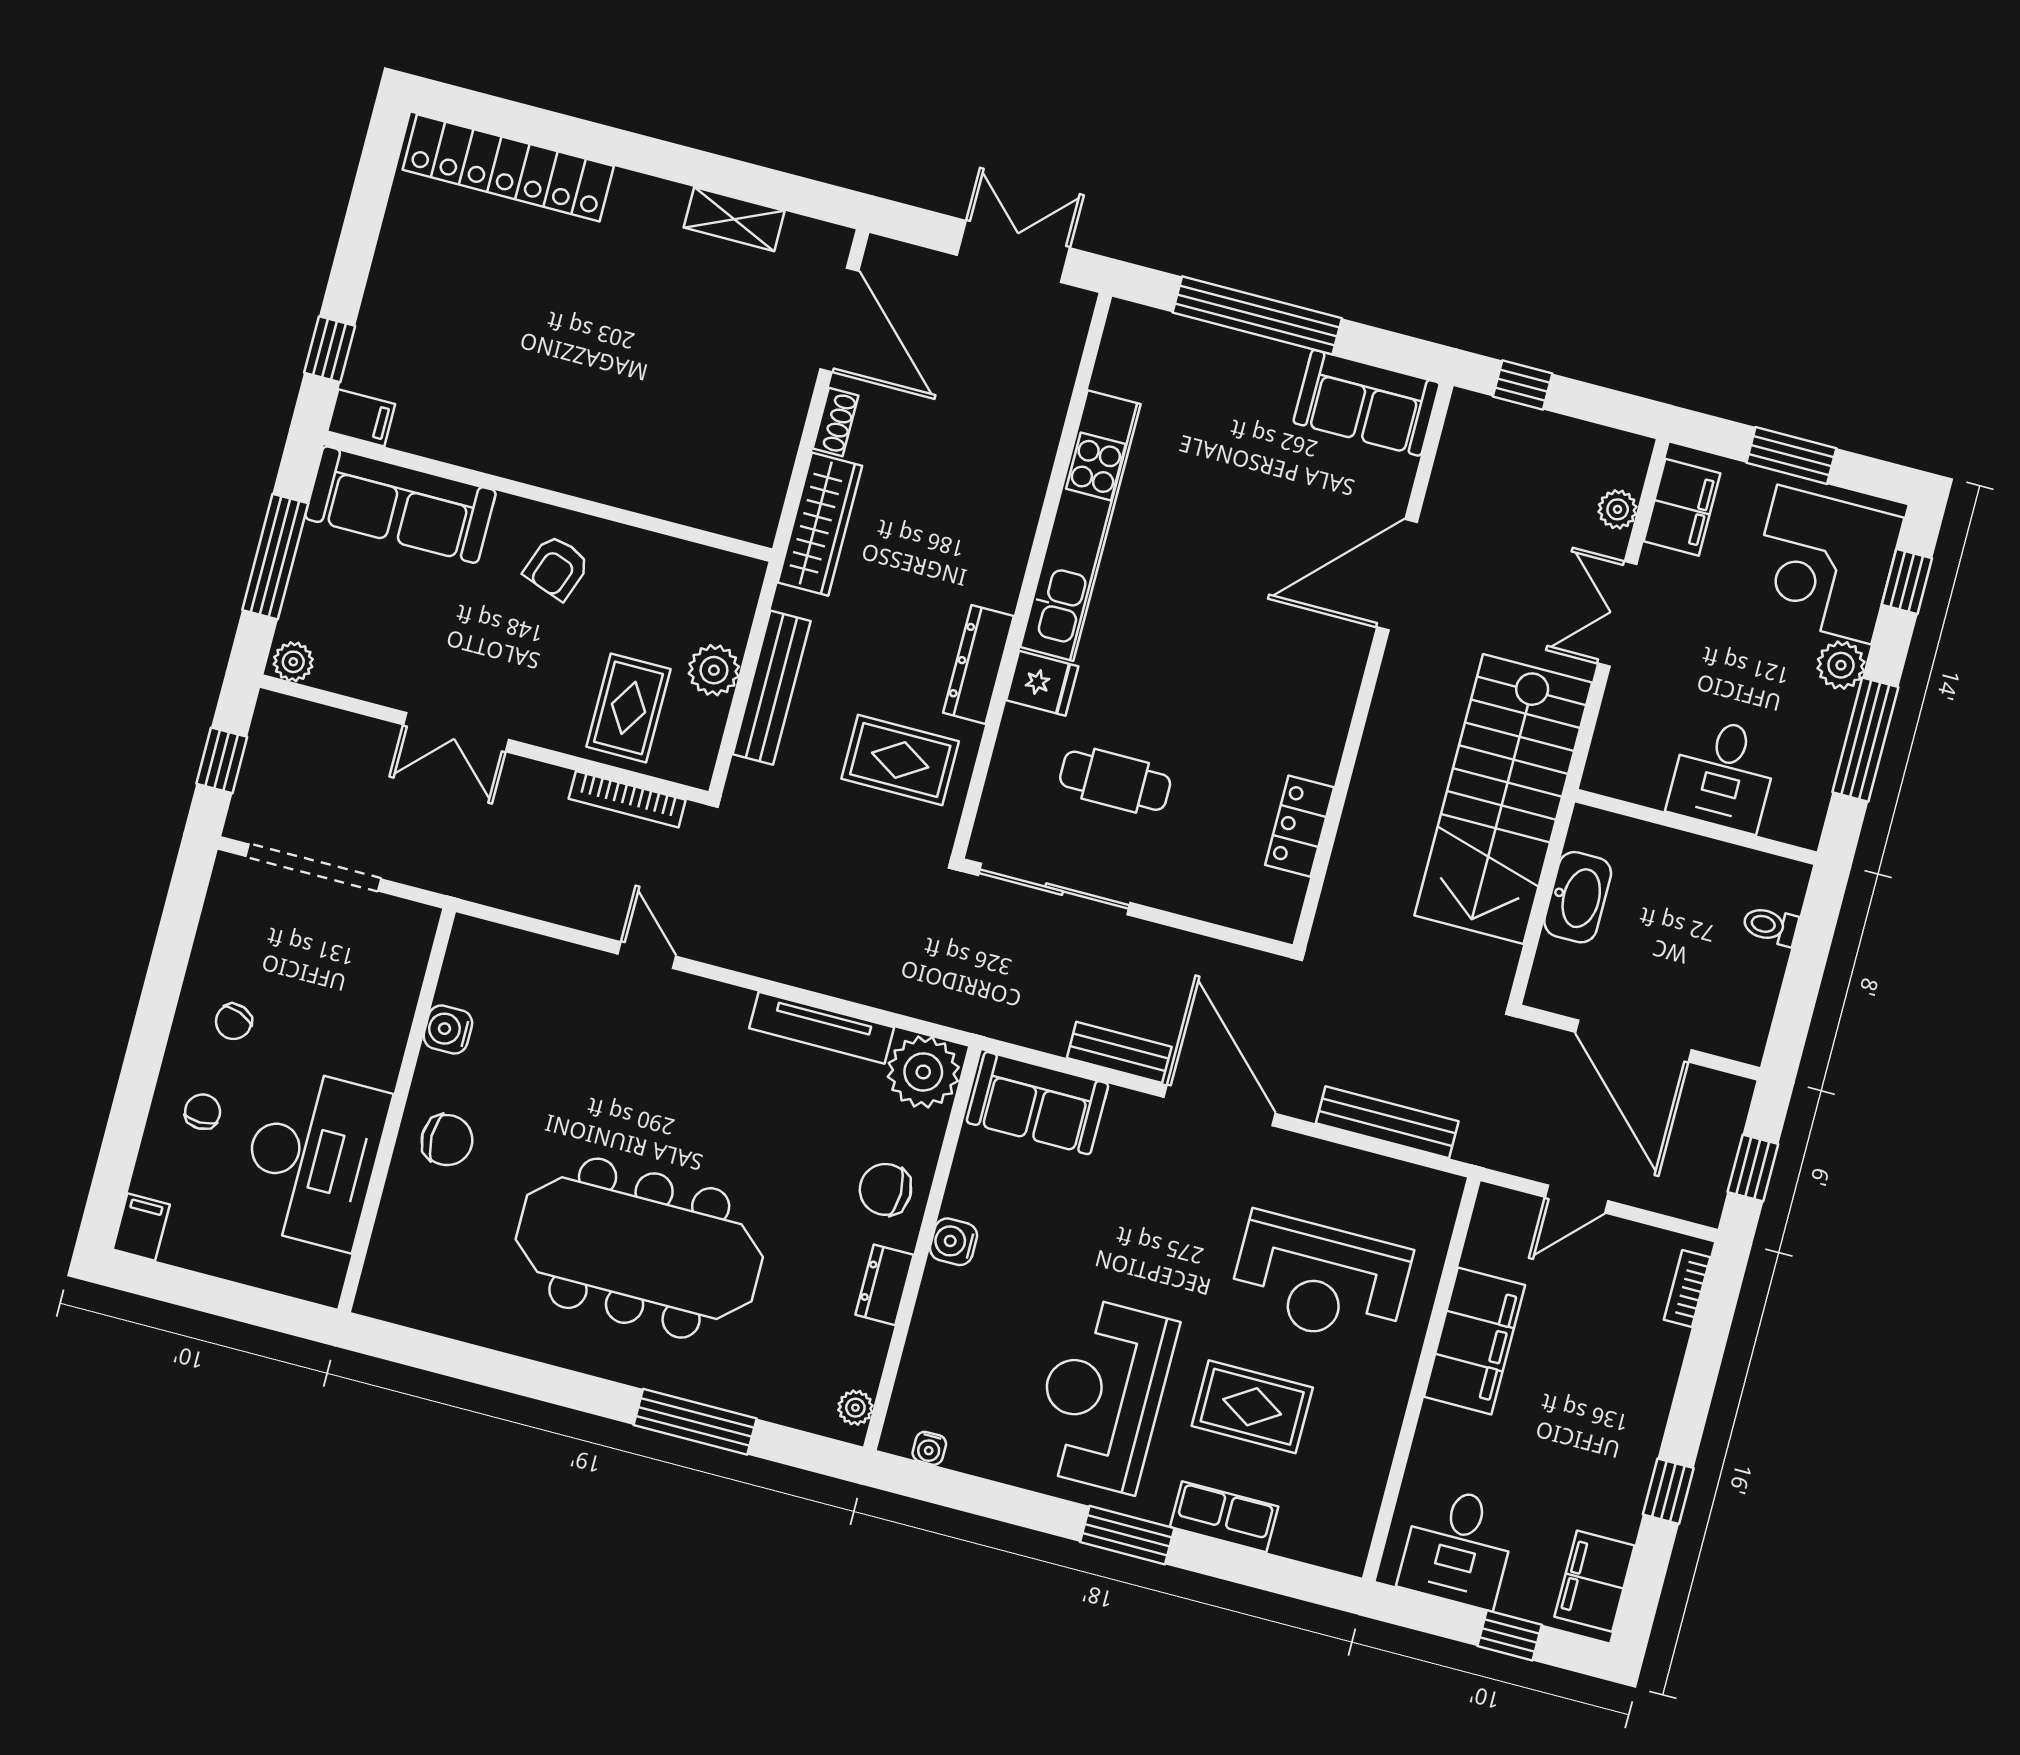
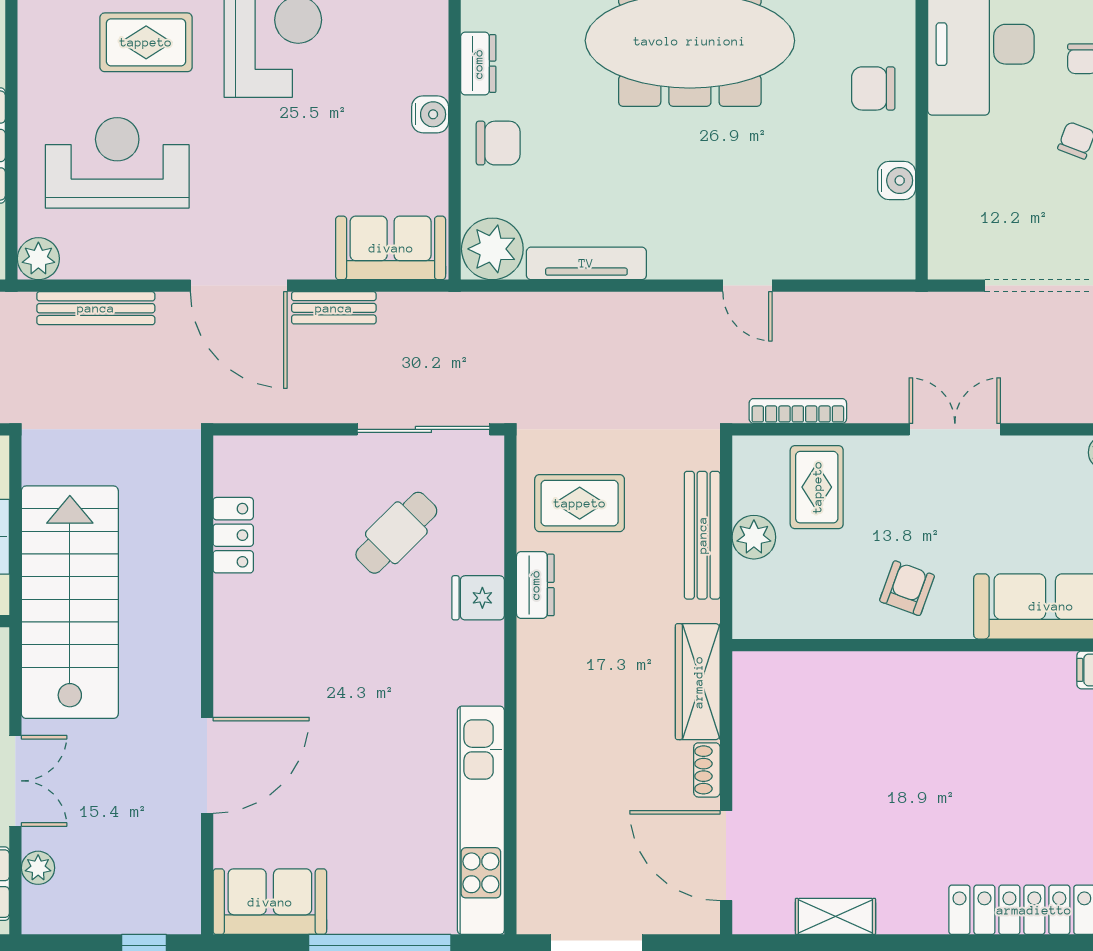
kitchen unit: (1080, 526) -> (481, 820), moved
dresser: (979, 664) -> (535, 585), width x0.70
cafe table: (1115, 781) -> (396, 533), turned -45
plant: (1437, 1195) -> (38, 259), added

